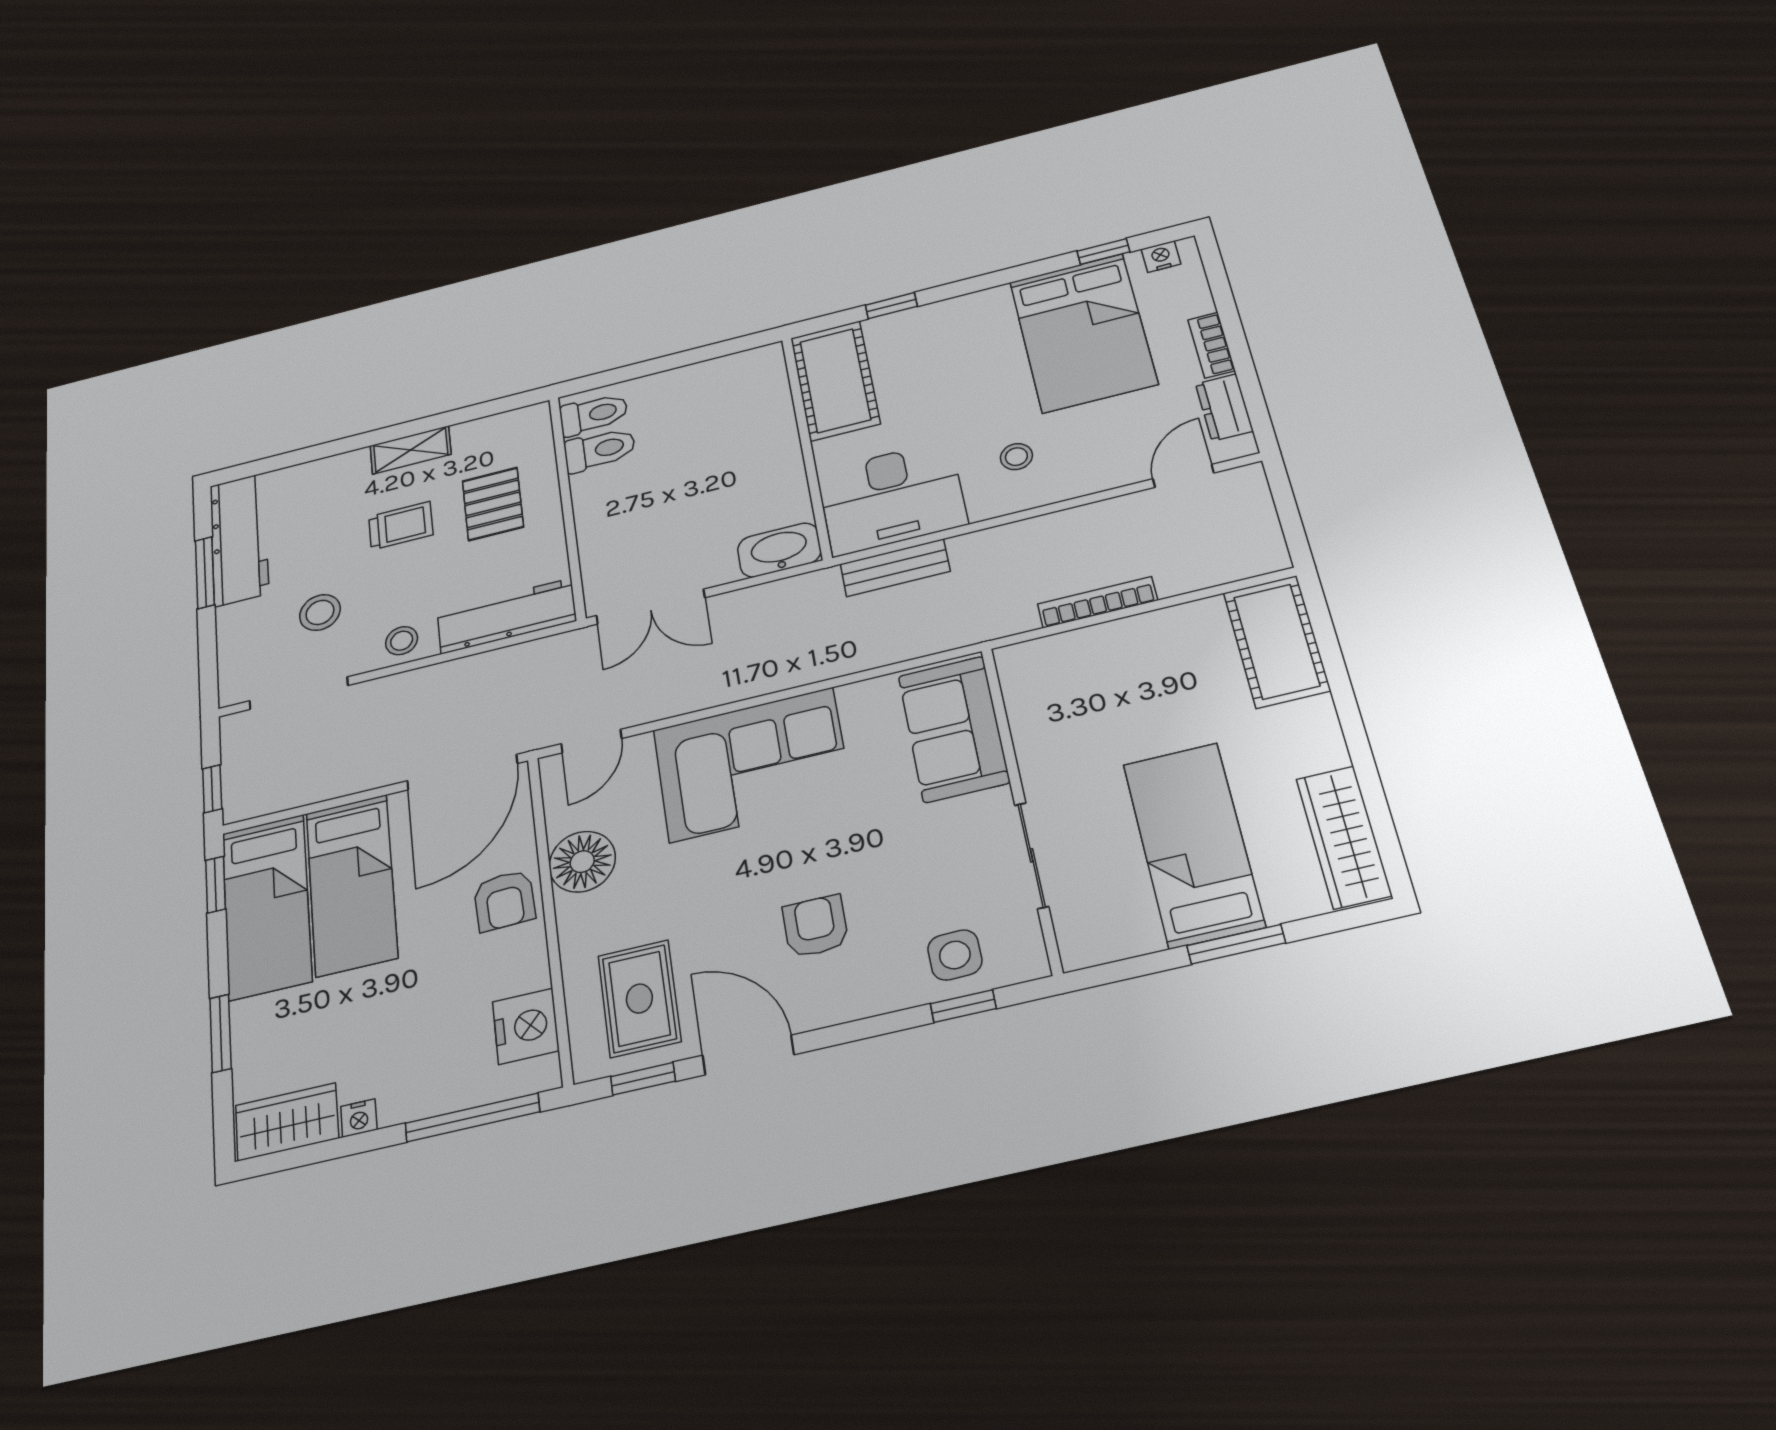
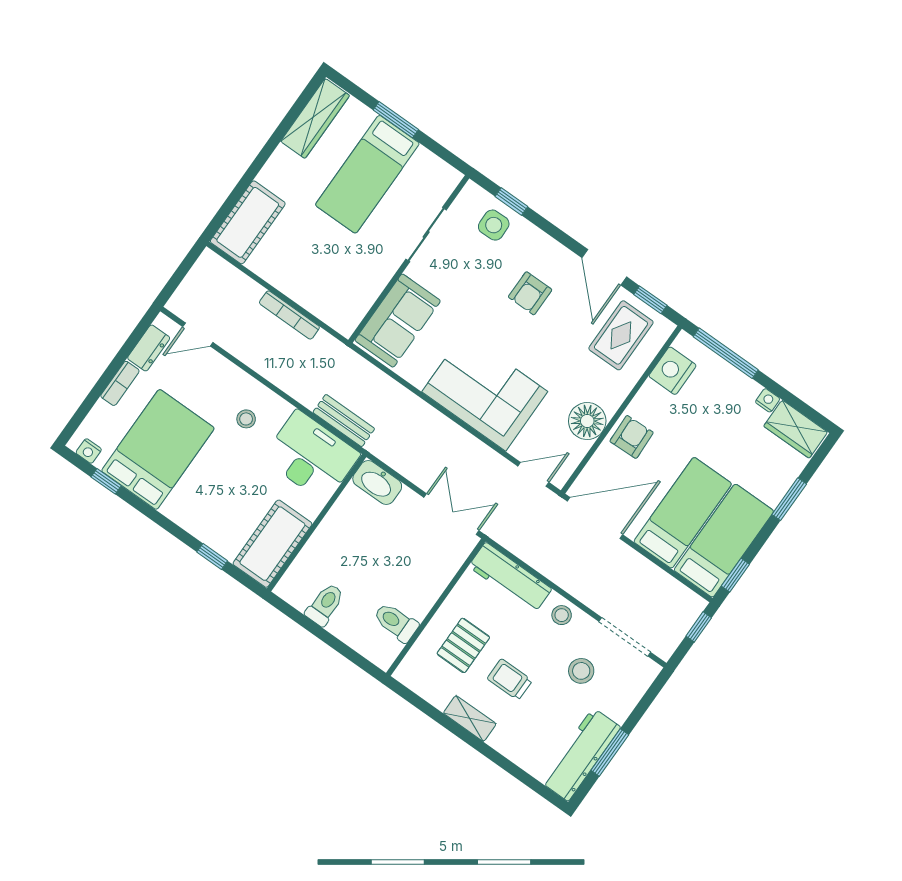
toilet: (594, 414) -> (325, 605), moved, turned 90

